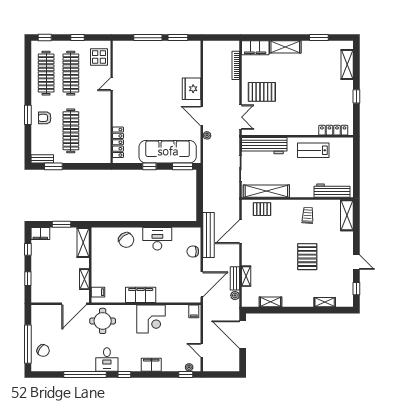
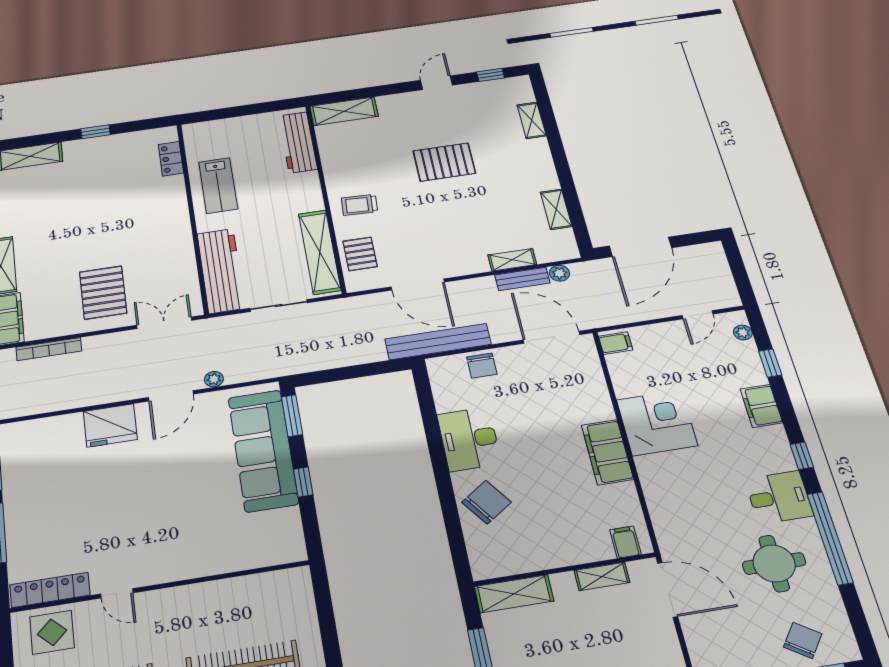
locker: (333, 130) -> (171, 159), width x0.66
locker: (118, 142) -> (50, 590), moved
trolley: (308, 215) -> (359, 205), moved
round table: (103, 321) -> (774, 563), moved
window: (186, 375) -> (770, 363), moved

